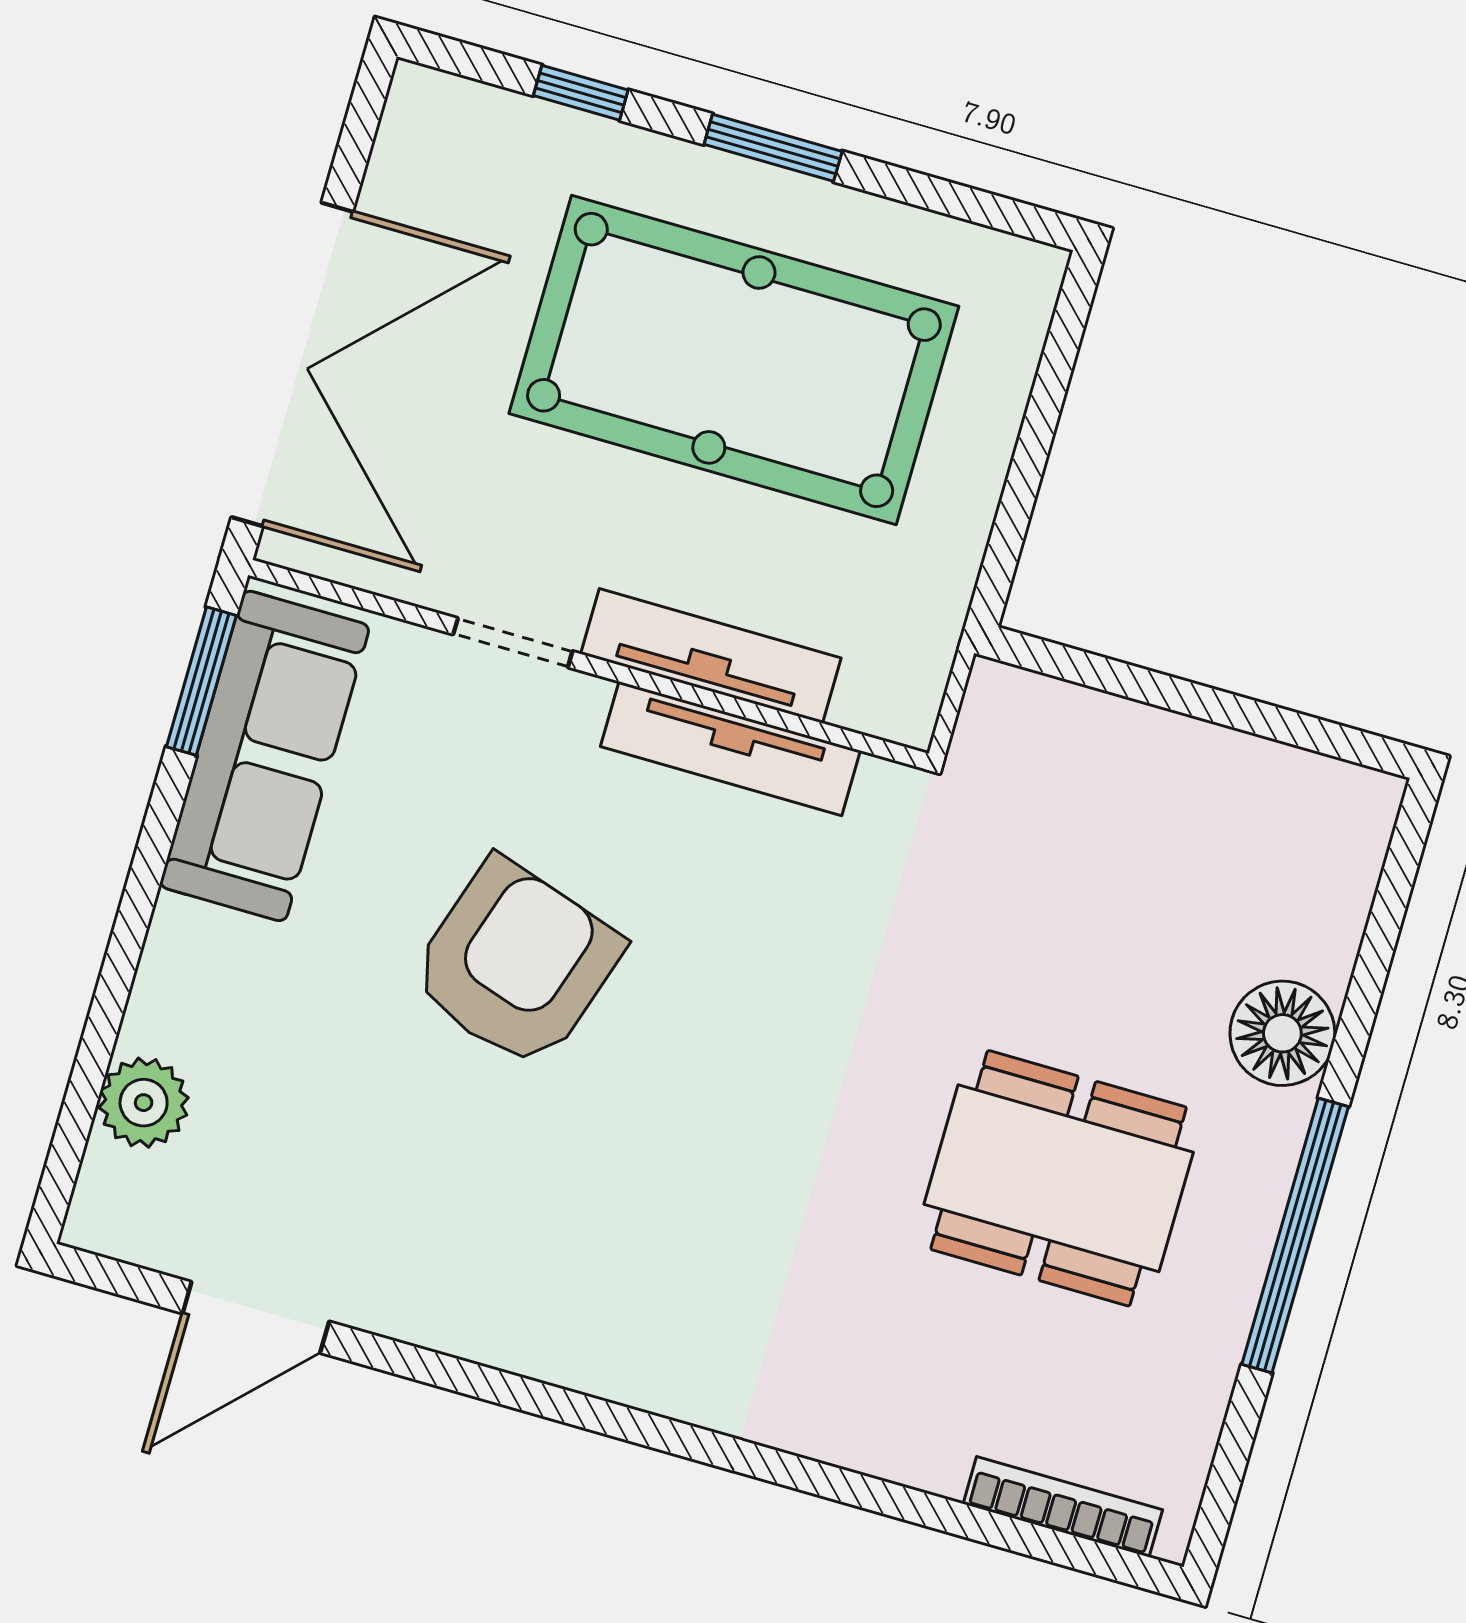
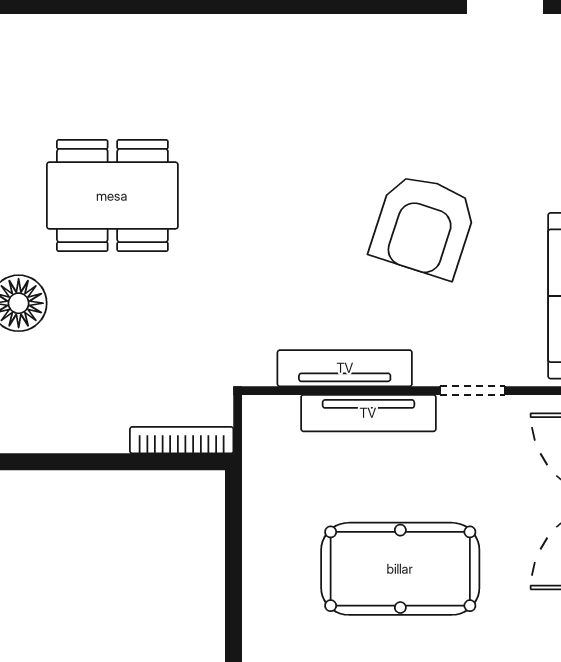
pool table: (734, 360) -> (400, 569), width x0.73, depth x0.76
bookcase: (1063, 1507) -> (182, 440), moved, turned 180

